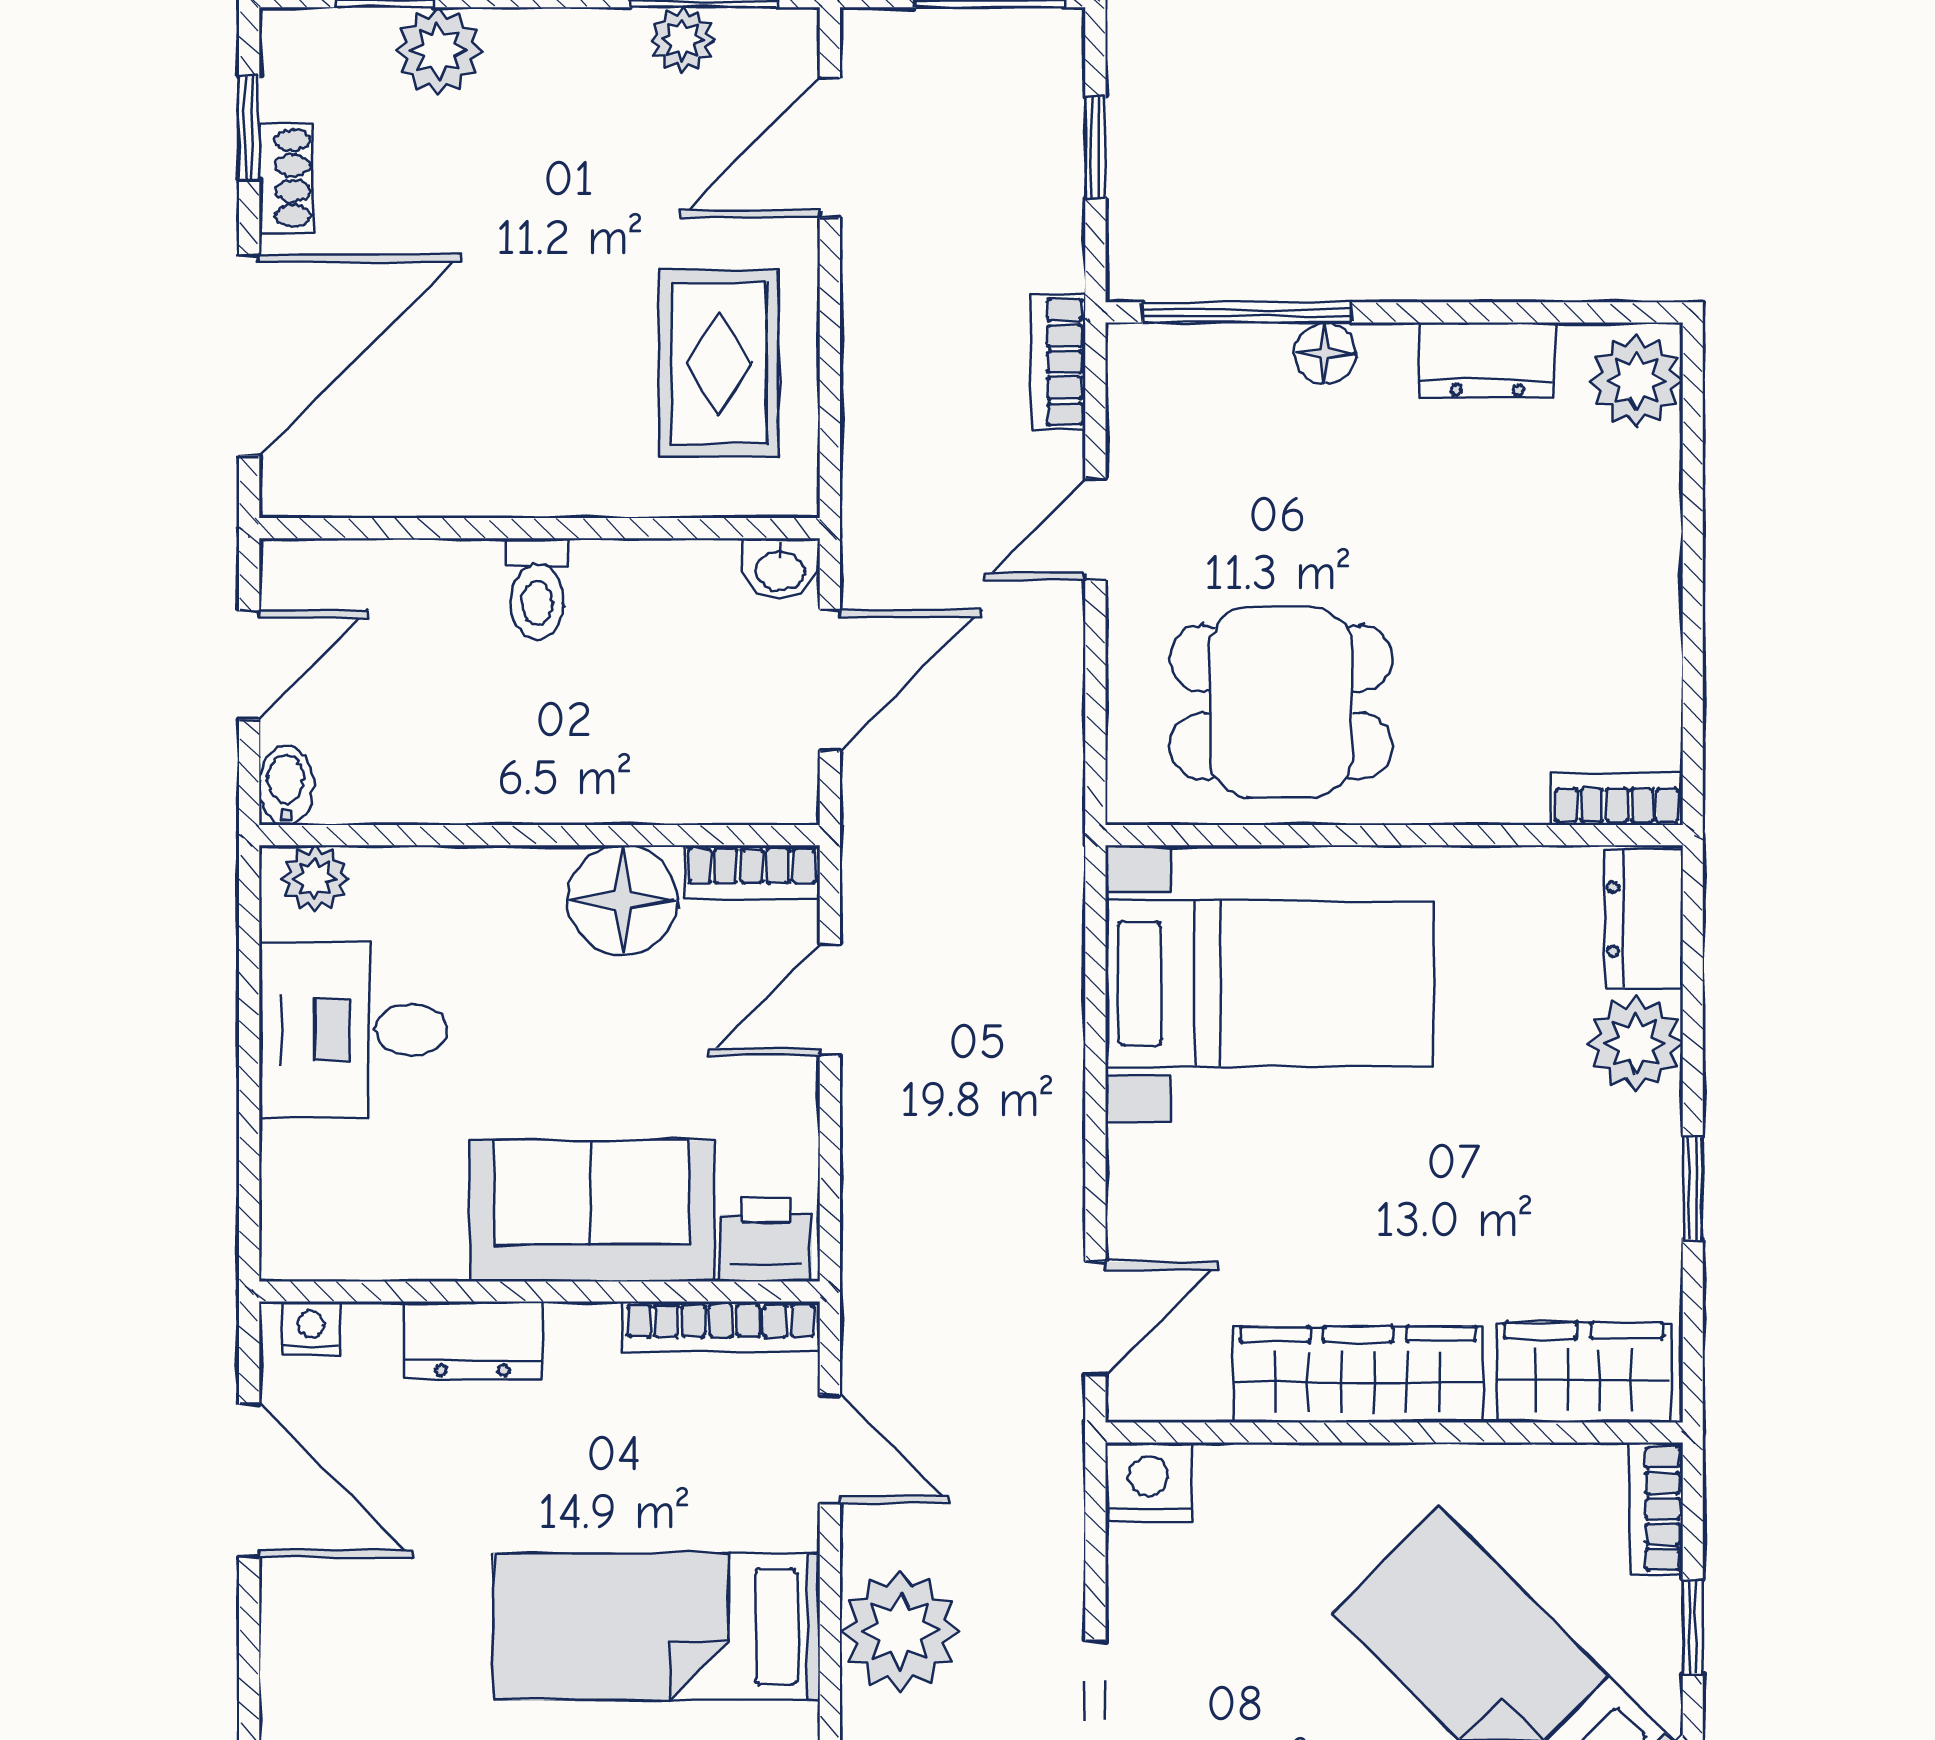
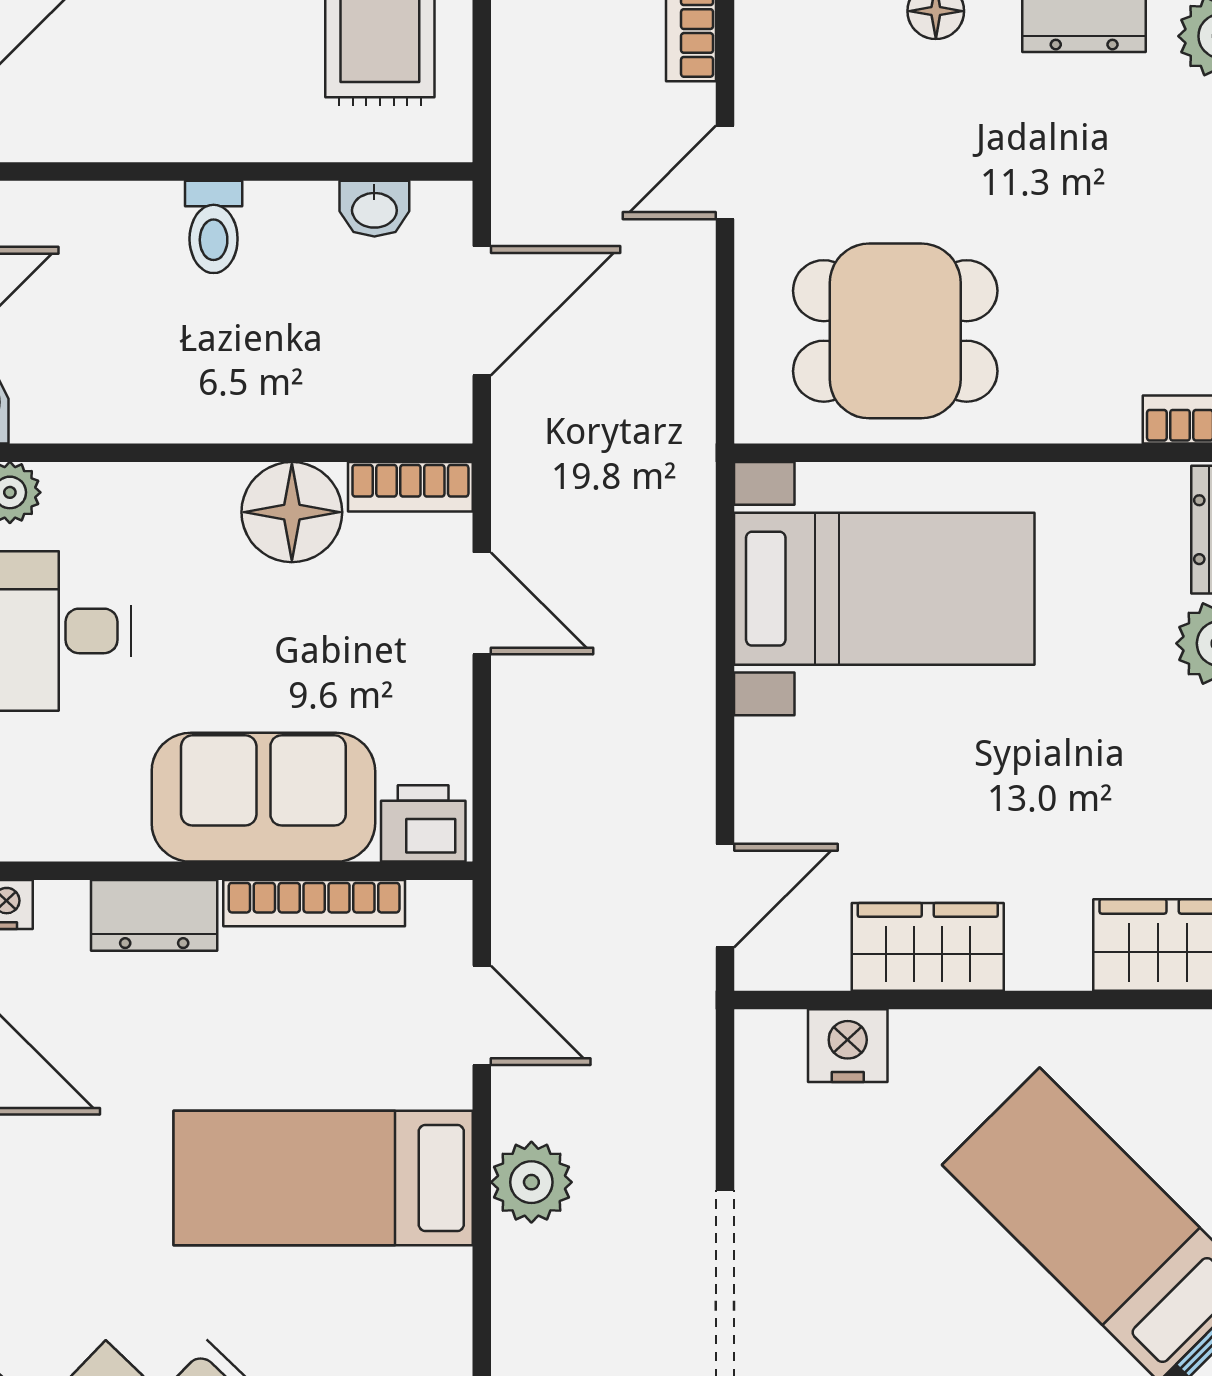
washbasin: (780, 569) -> (374, 209), moved
door: (830, 1000) -> (482, 603), swing flipped
bookcase: (721, 1327) -> (314, 903), moved
wardrobe: (1358, 1374) -> (928, 947), width x0.67
nightstand: (1149, 1482) -> (848, 1046), moved
plant: (900, 1631) -> (531, 1182), width x0.73, depth x0.73

